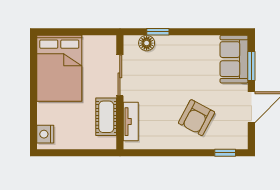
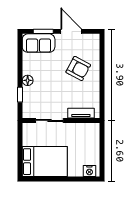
floor lamp: (147, 43) -> (28, 80), moved
cot: (106, 117) -> (78, 130), removed
window: (225, 153) -> (102, 49), removed

